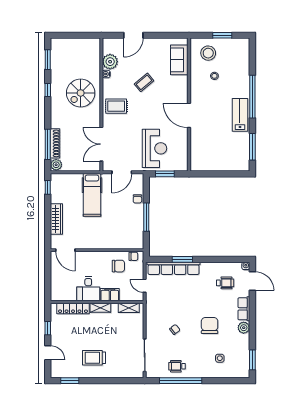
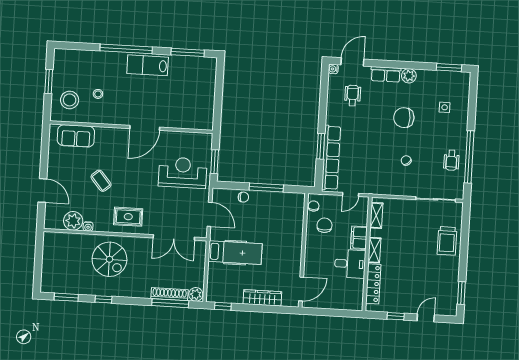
rug: (116, 106) -> (128, 217), turned 90
trolley: (94, 358) -> (447, 241), moved

